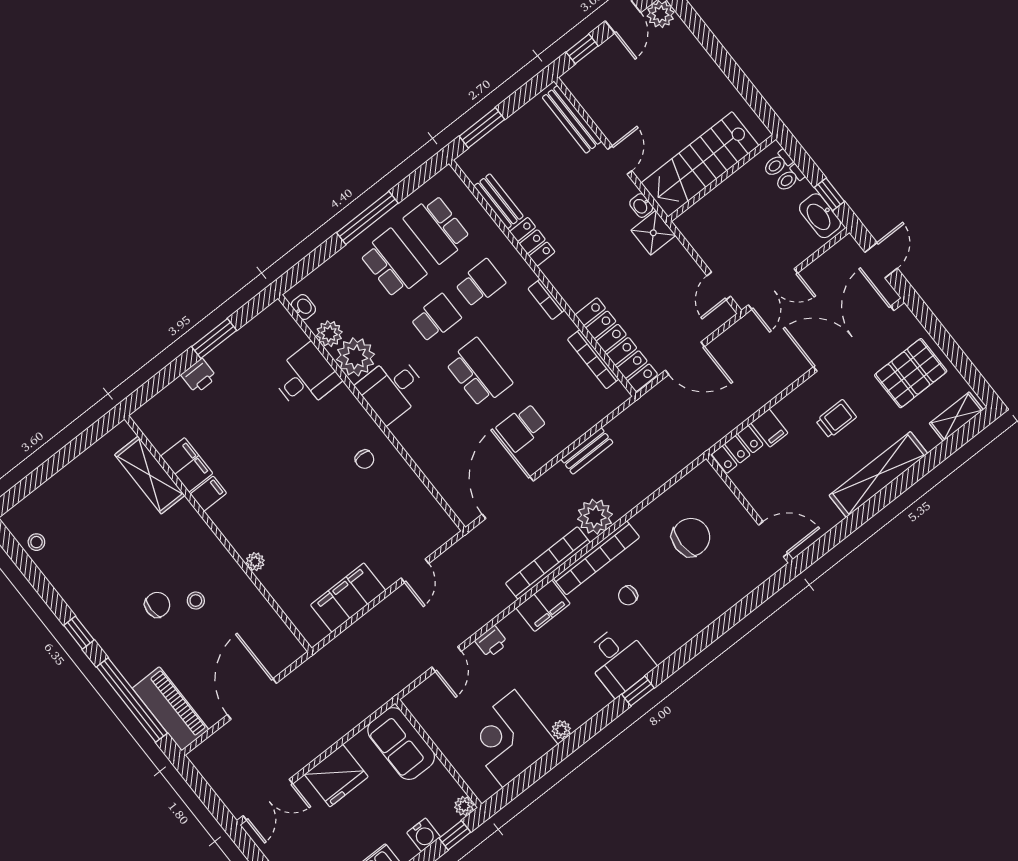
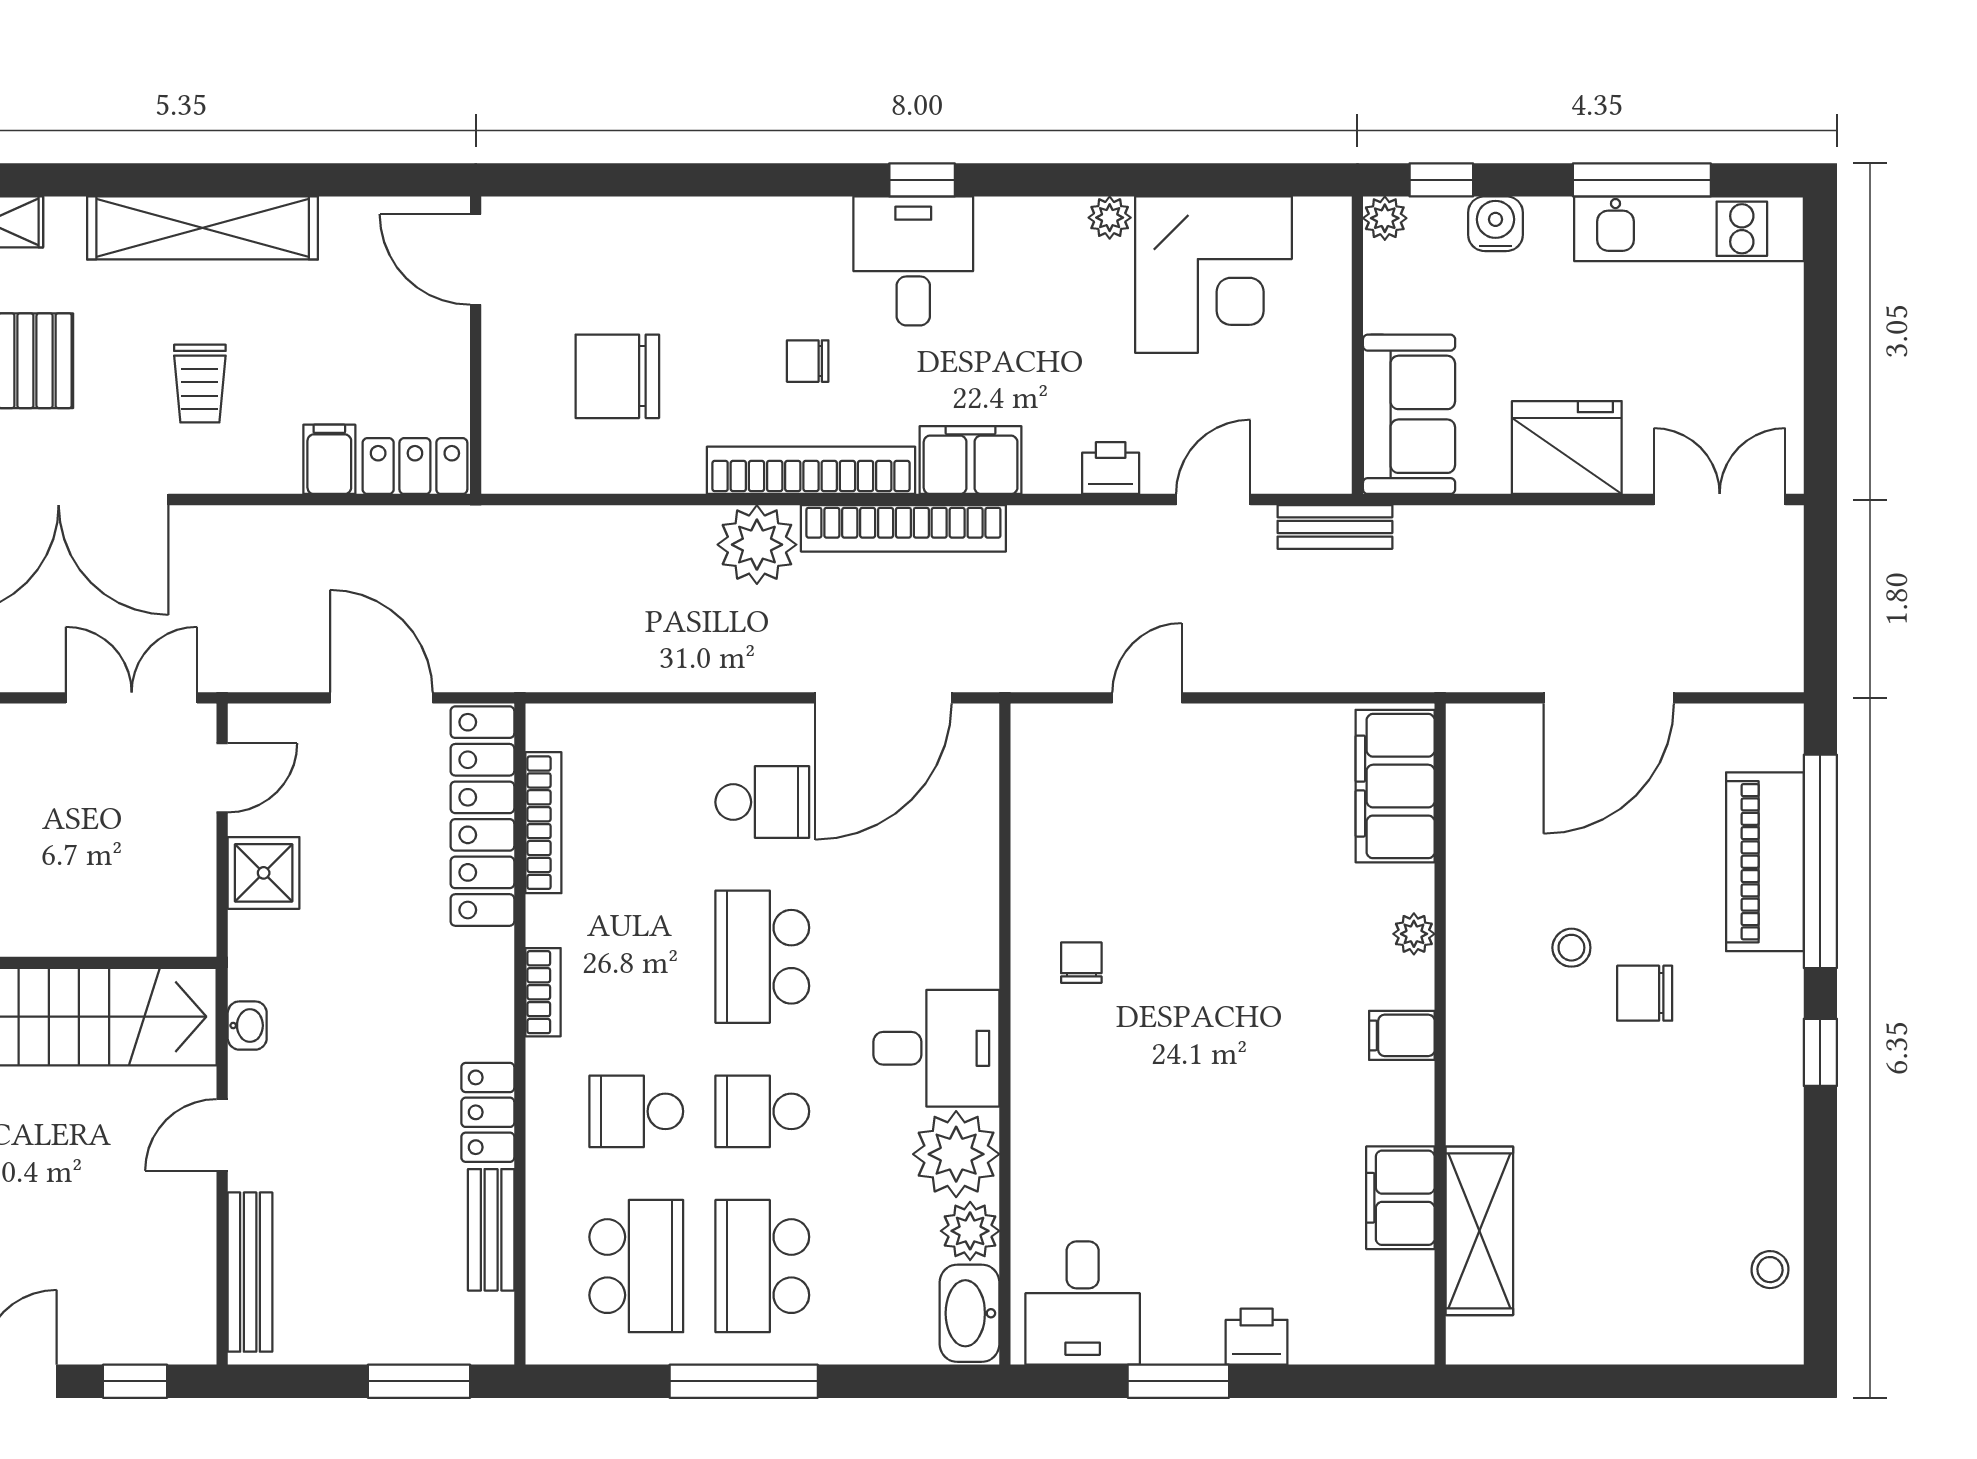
shower: (653, 233) -> (264, 873), moved
washbasin: (303, 307) -> (969, 1313), width x1.91, depth x1.45
desk: (306, 378) -> (1083, 1303), moved, turned -90
trolley: (836, 419) -> (200, 384), turned -90
bench: (587, 451) -> (1335, 527), moved
filing cabinet: (209, 494) -> (1402, 1035), moved
chair: (628, 595) -> (808, 361), turned 180
filing cabinet: (348, 598) -> (1395, 786), moved, turned 90
piano: (171, 709) -> (1765, 862), moved

